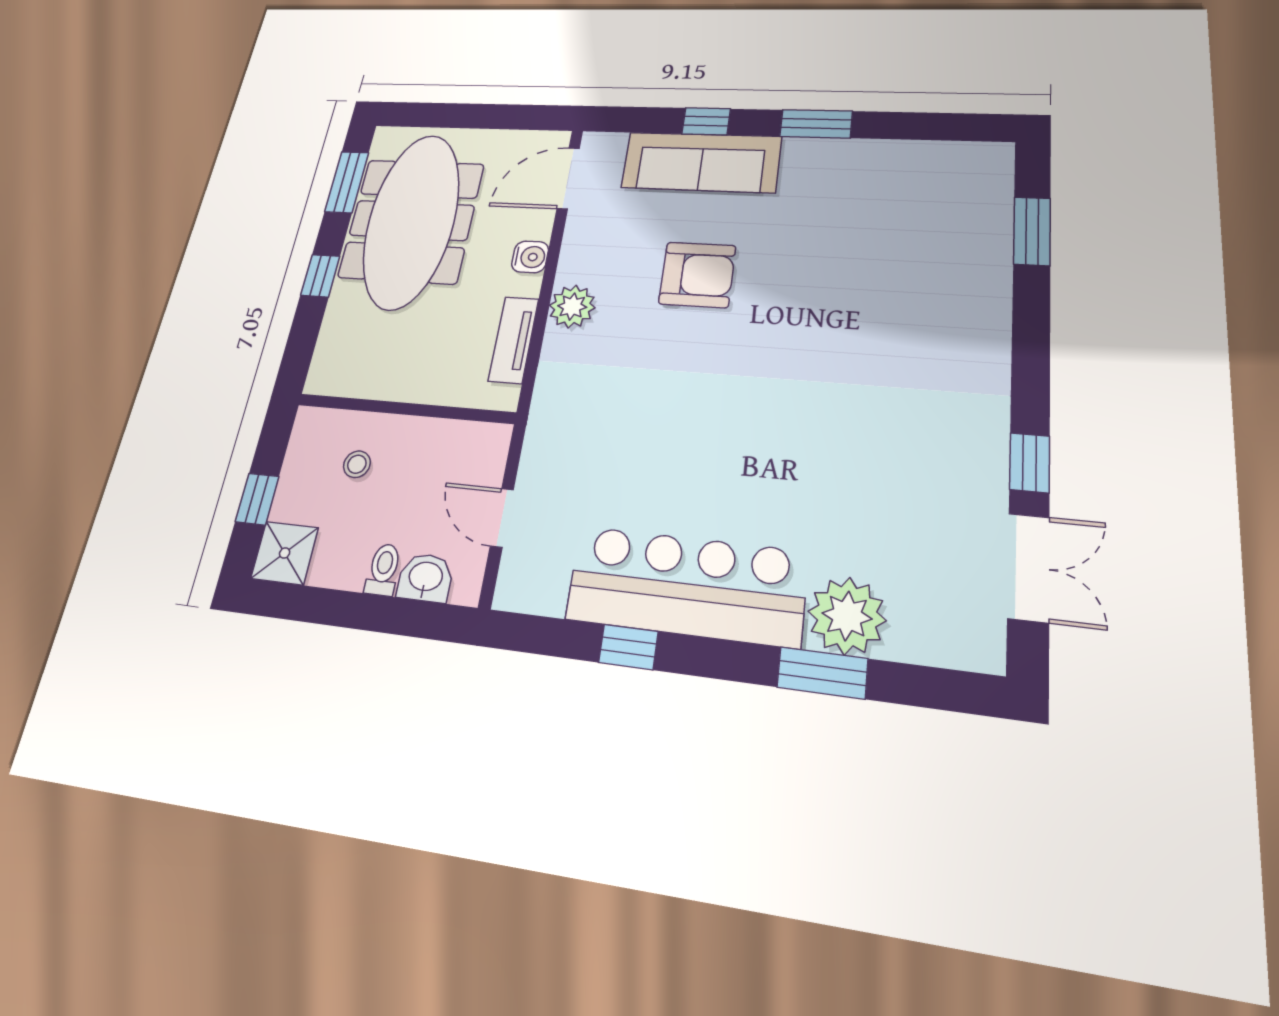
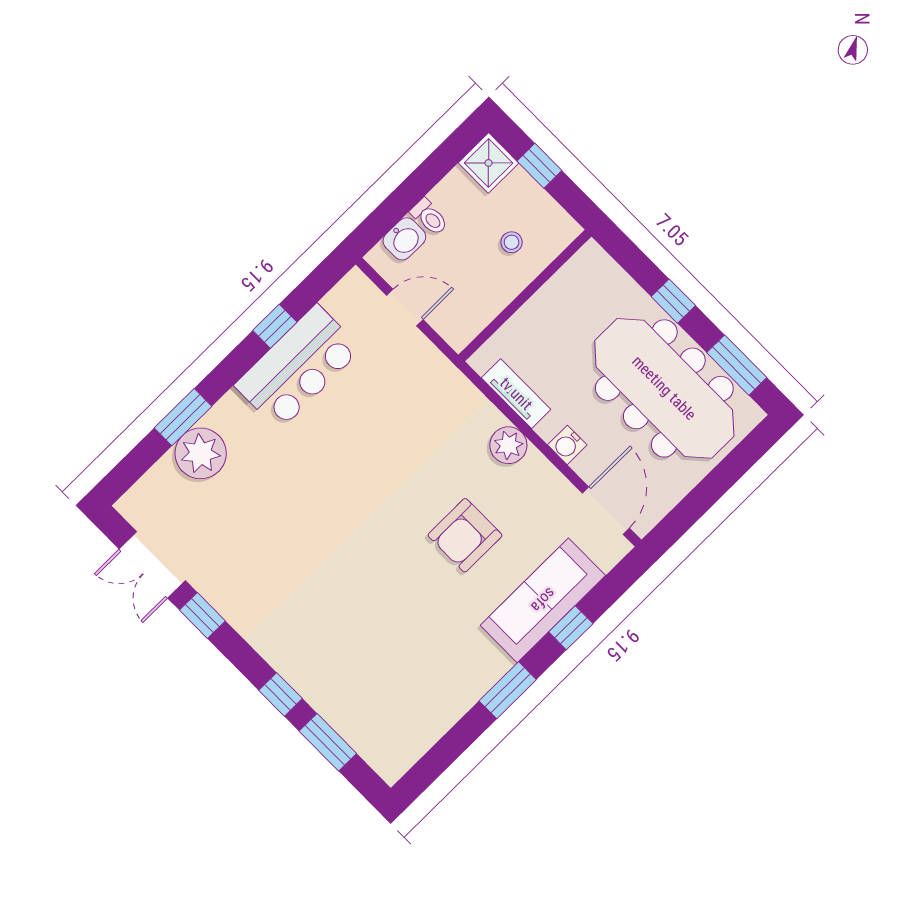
window: (1031, 314) -> (280, 694), added
bar counter: (686, 586) -> (298, 367), width x0.73

